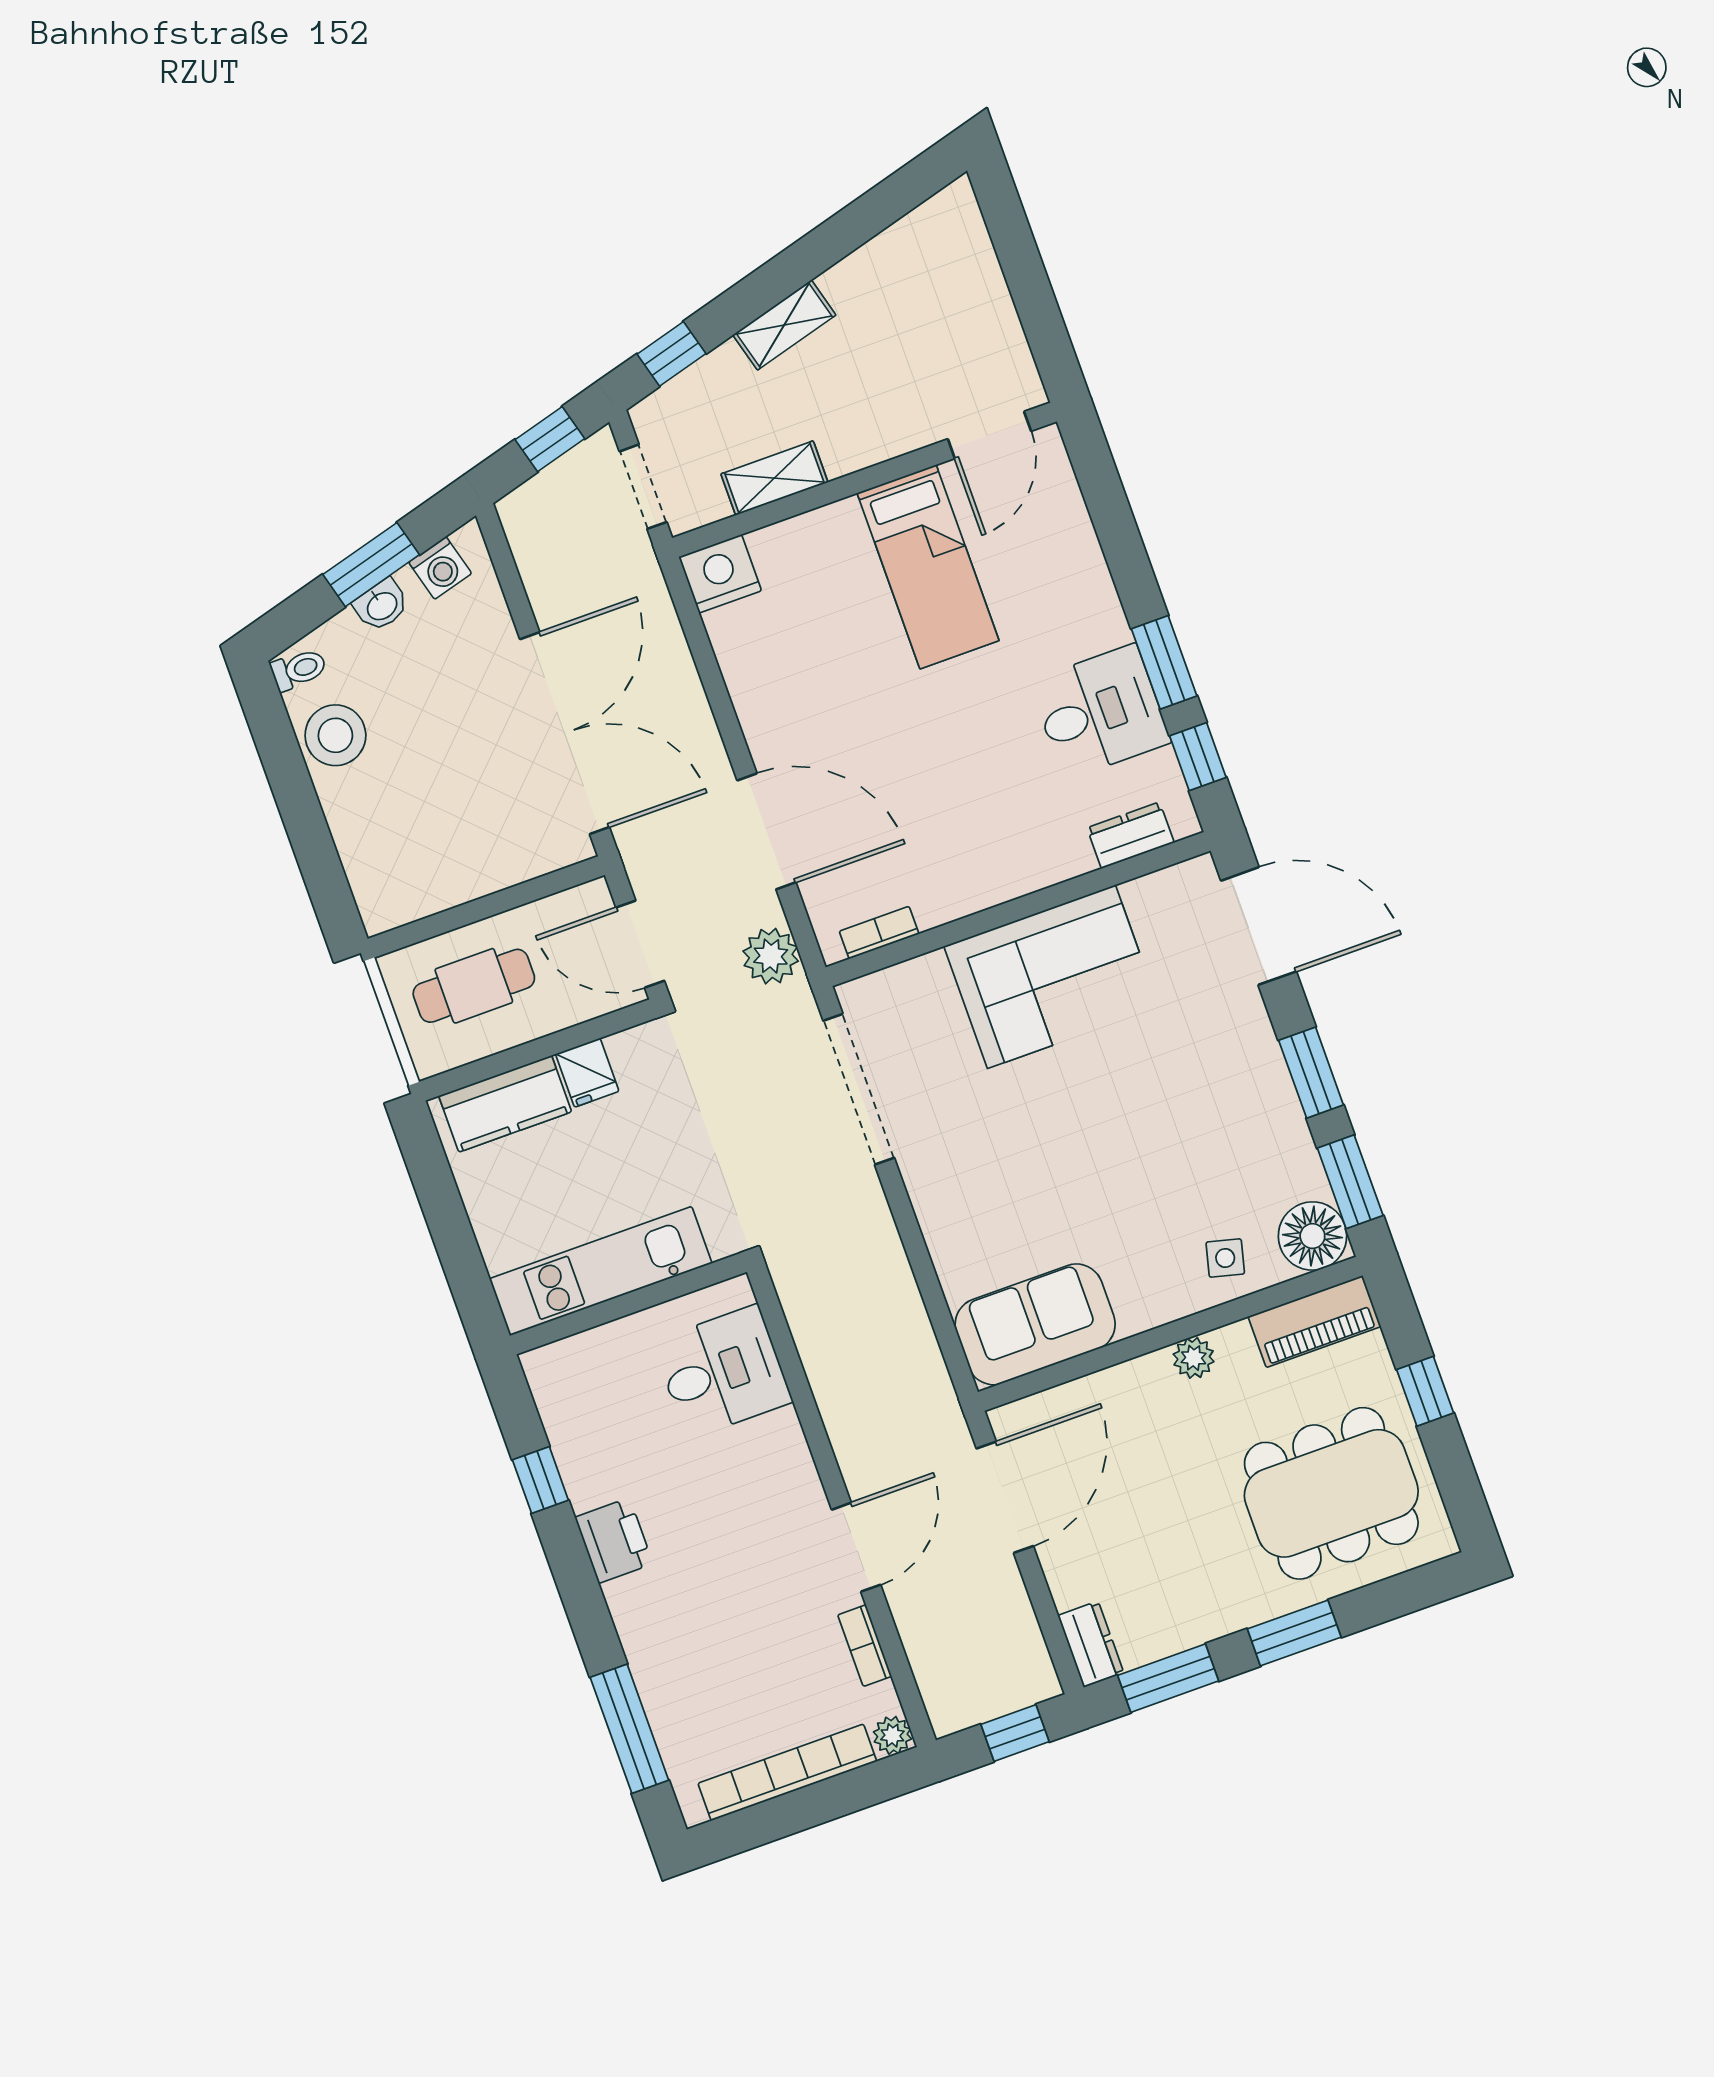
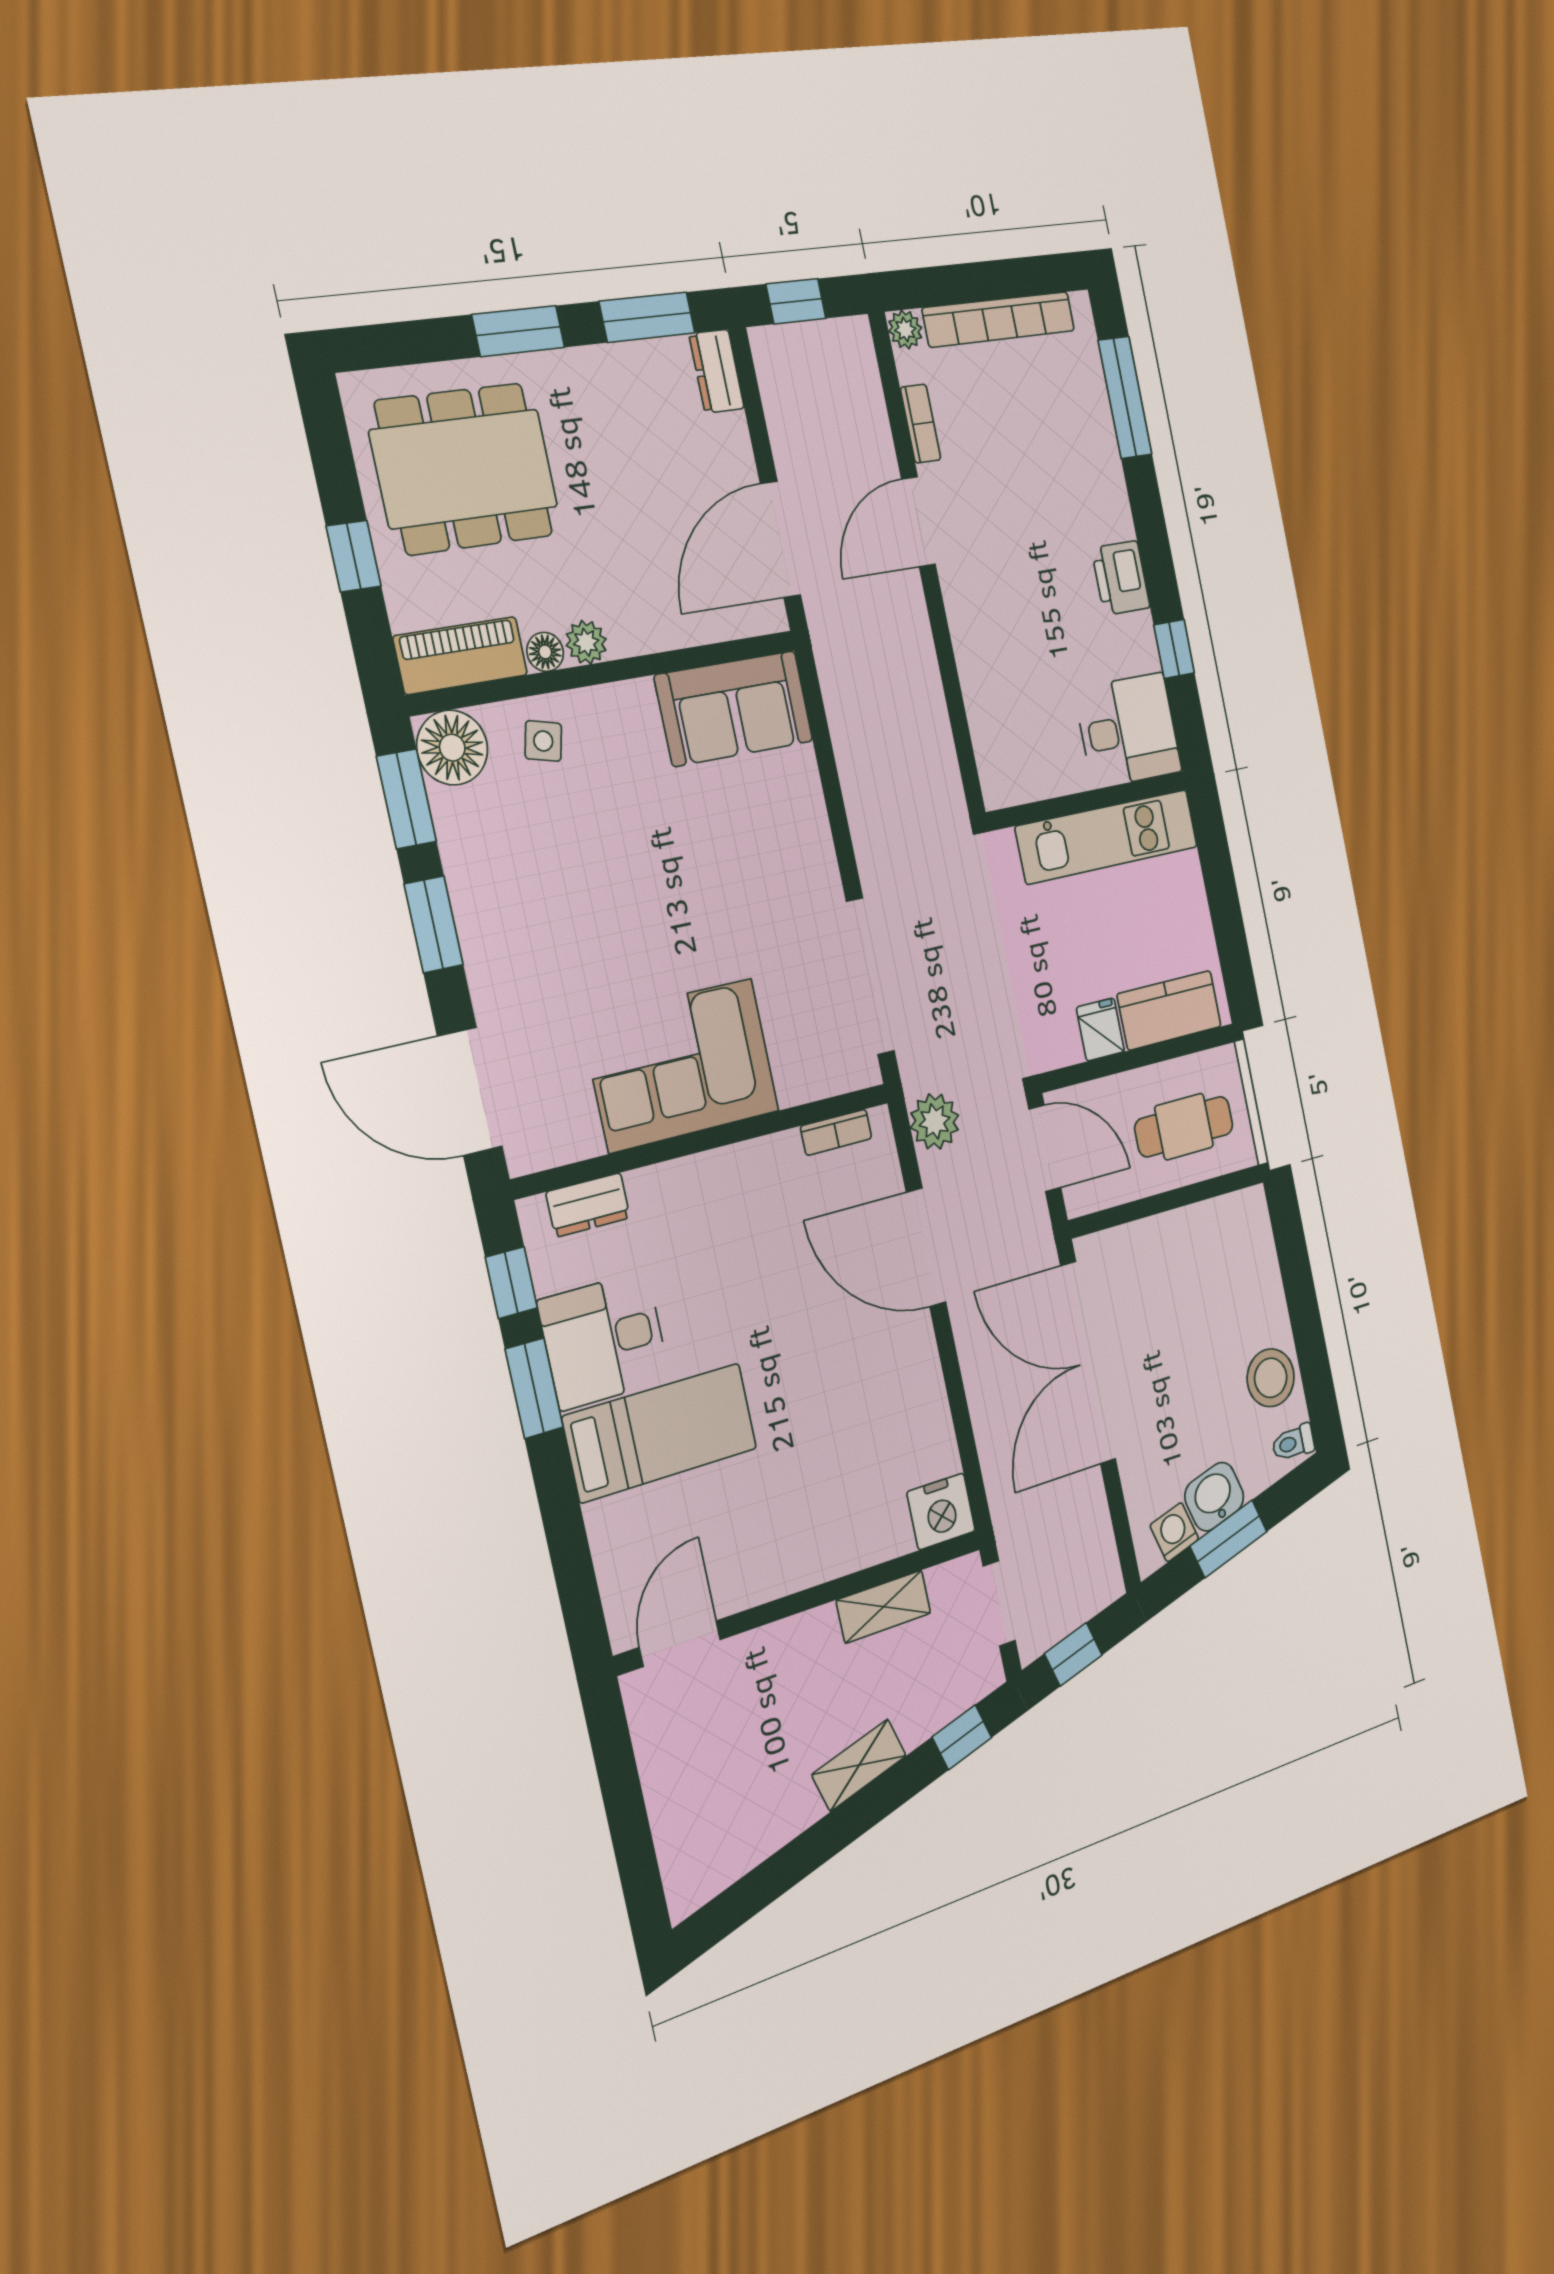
bed: (928, 567) -> (660, 1433), moved, turned 90
washbasin: (381, 605) -> (1214, 1497), width x1.38, depth x1.45
floor lamp: (1233, 1341) -> (545, 652), added
desk: (722, 1372) -> (1128, 730), moved, turned 180

